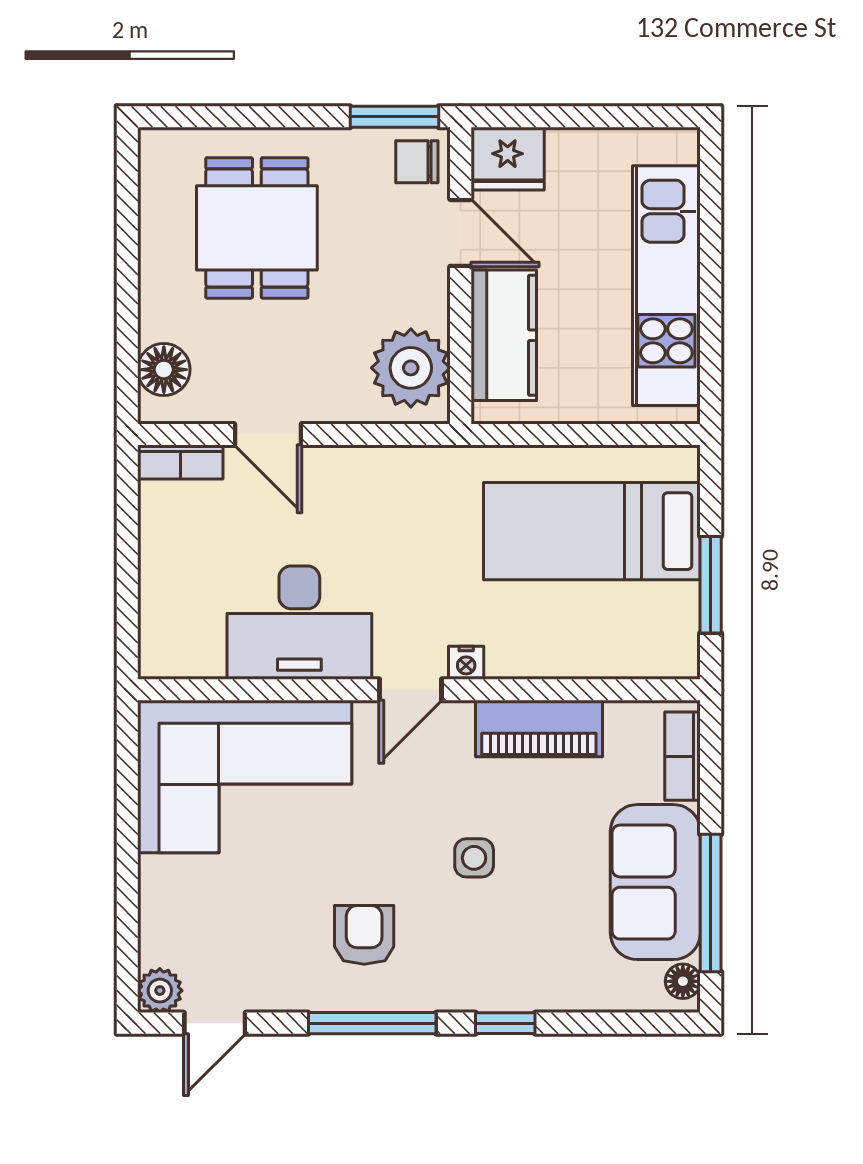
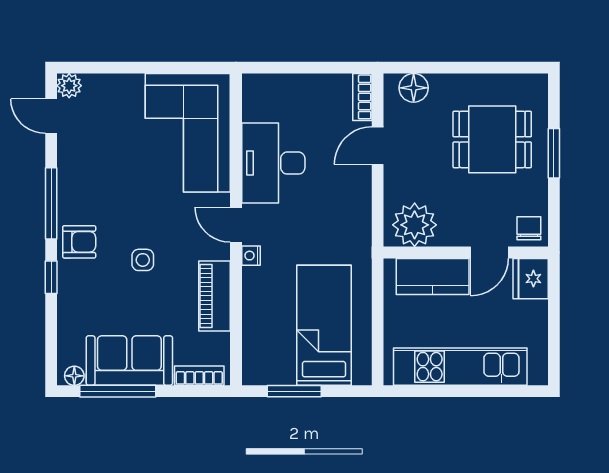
window: (394, 117) -> (554, 153), moved
armchair: (364, 935) -> (79, 242), moved

